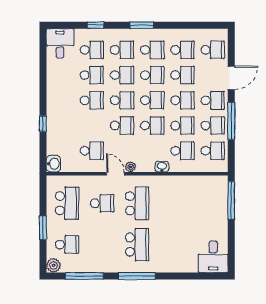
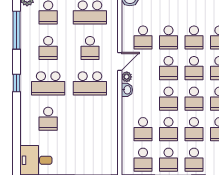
school desk: (92, 126) -> (168, 38), added
washbasin: (162, 167) -> (127, 90), moved
school desk: (102, 245) -> (48, 48), added
school desk: (172, 245) -> (48, 119), added
window: (137, 276) -> (16, 83), width x0.46

